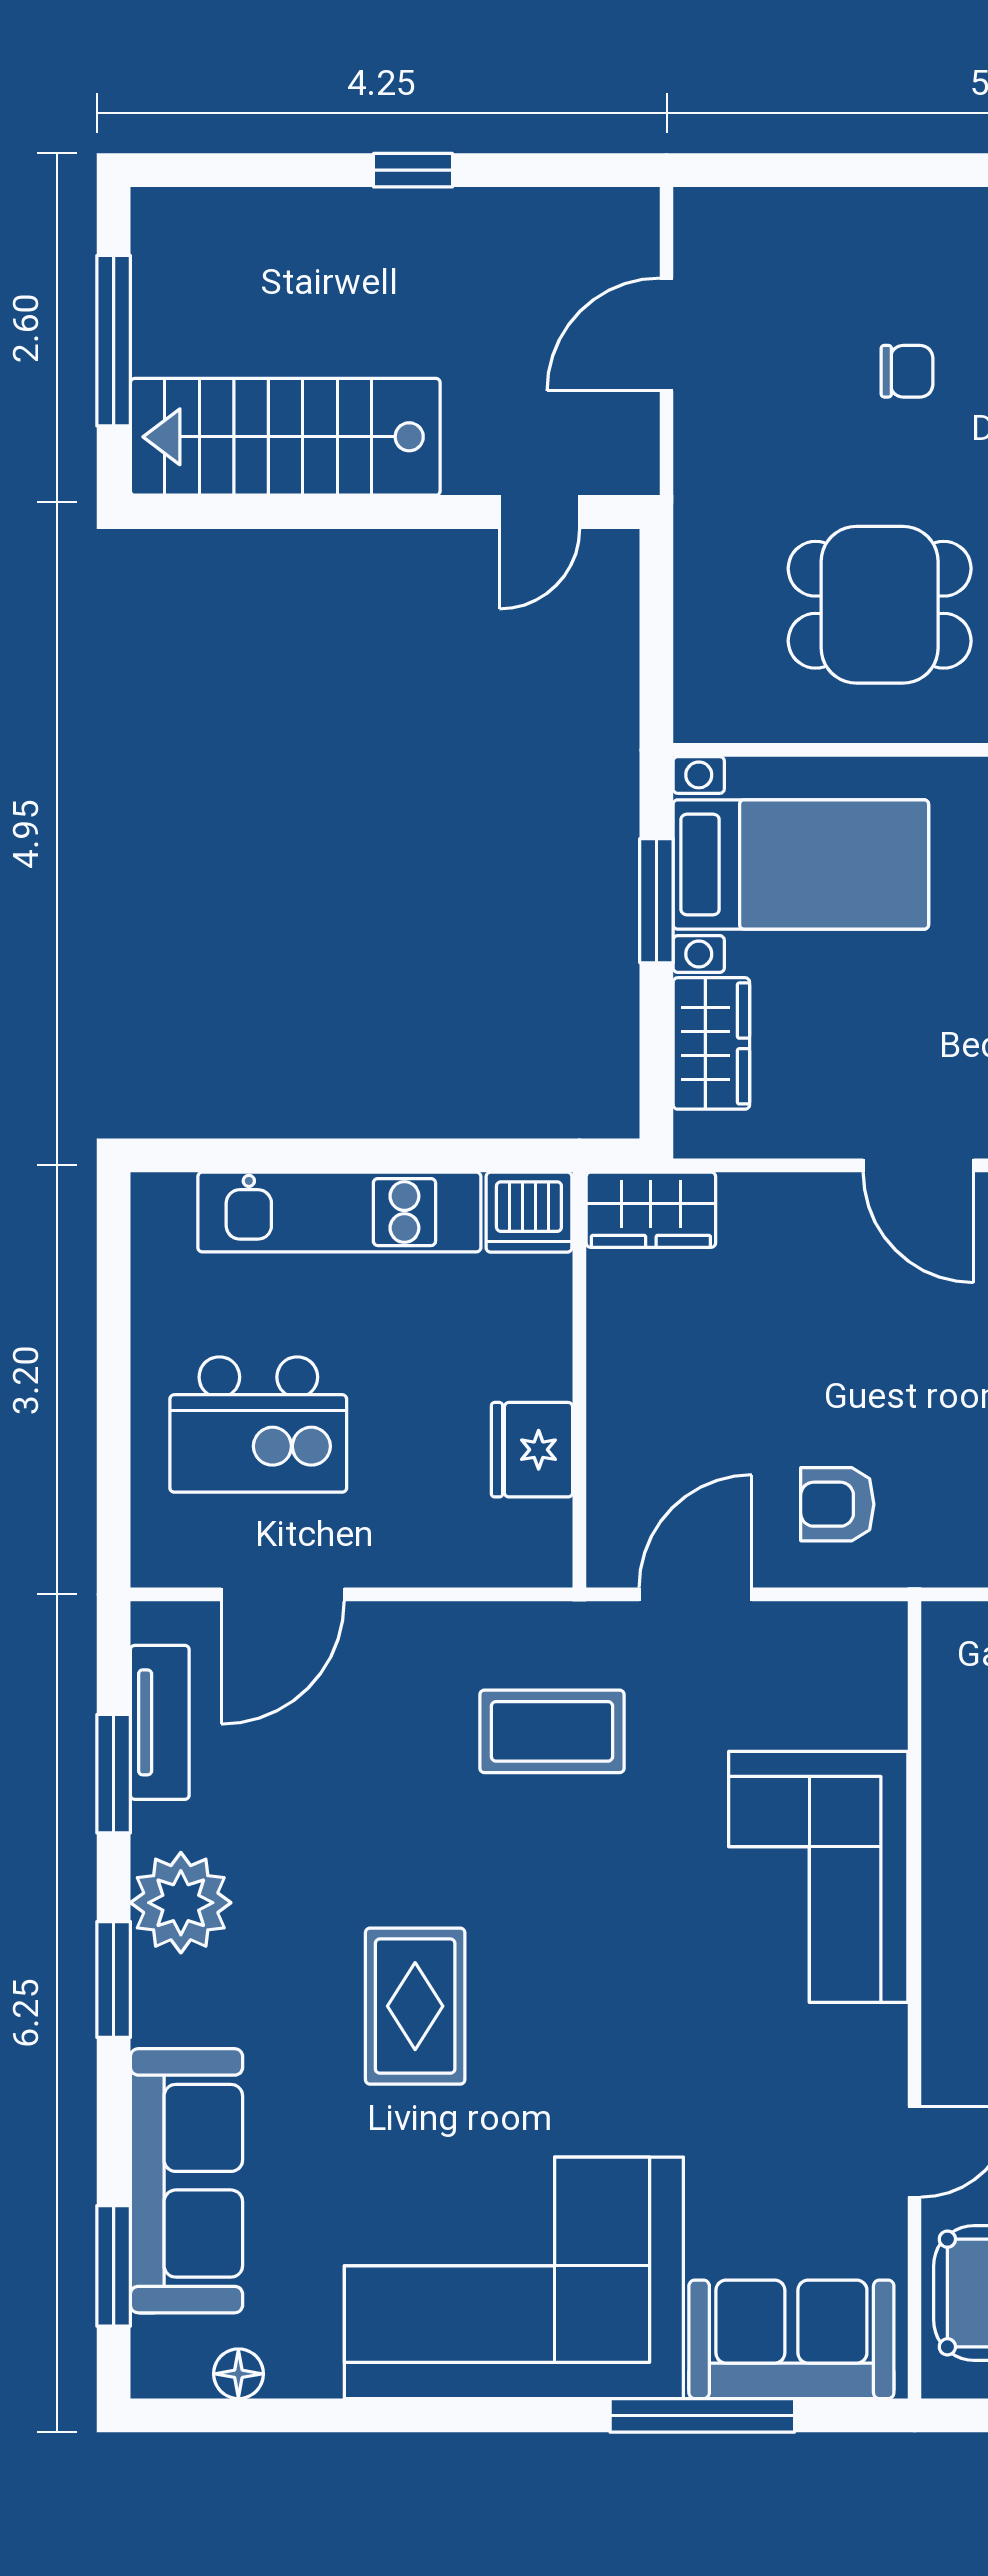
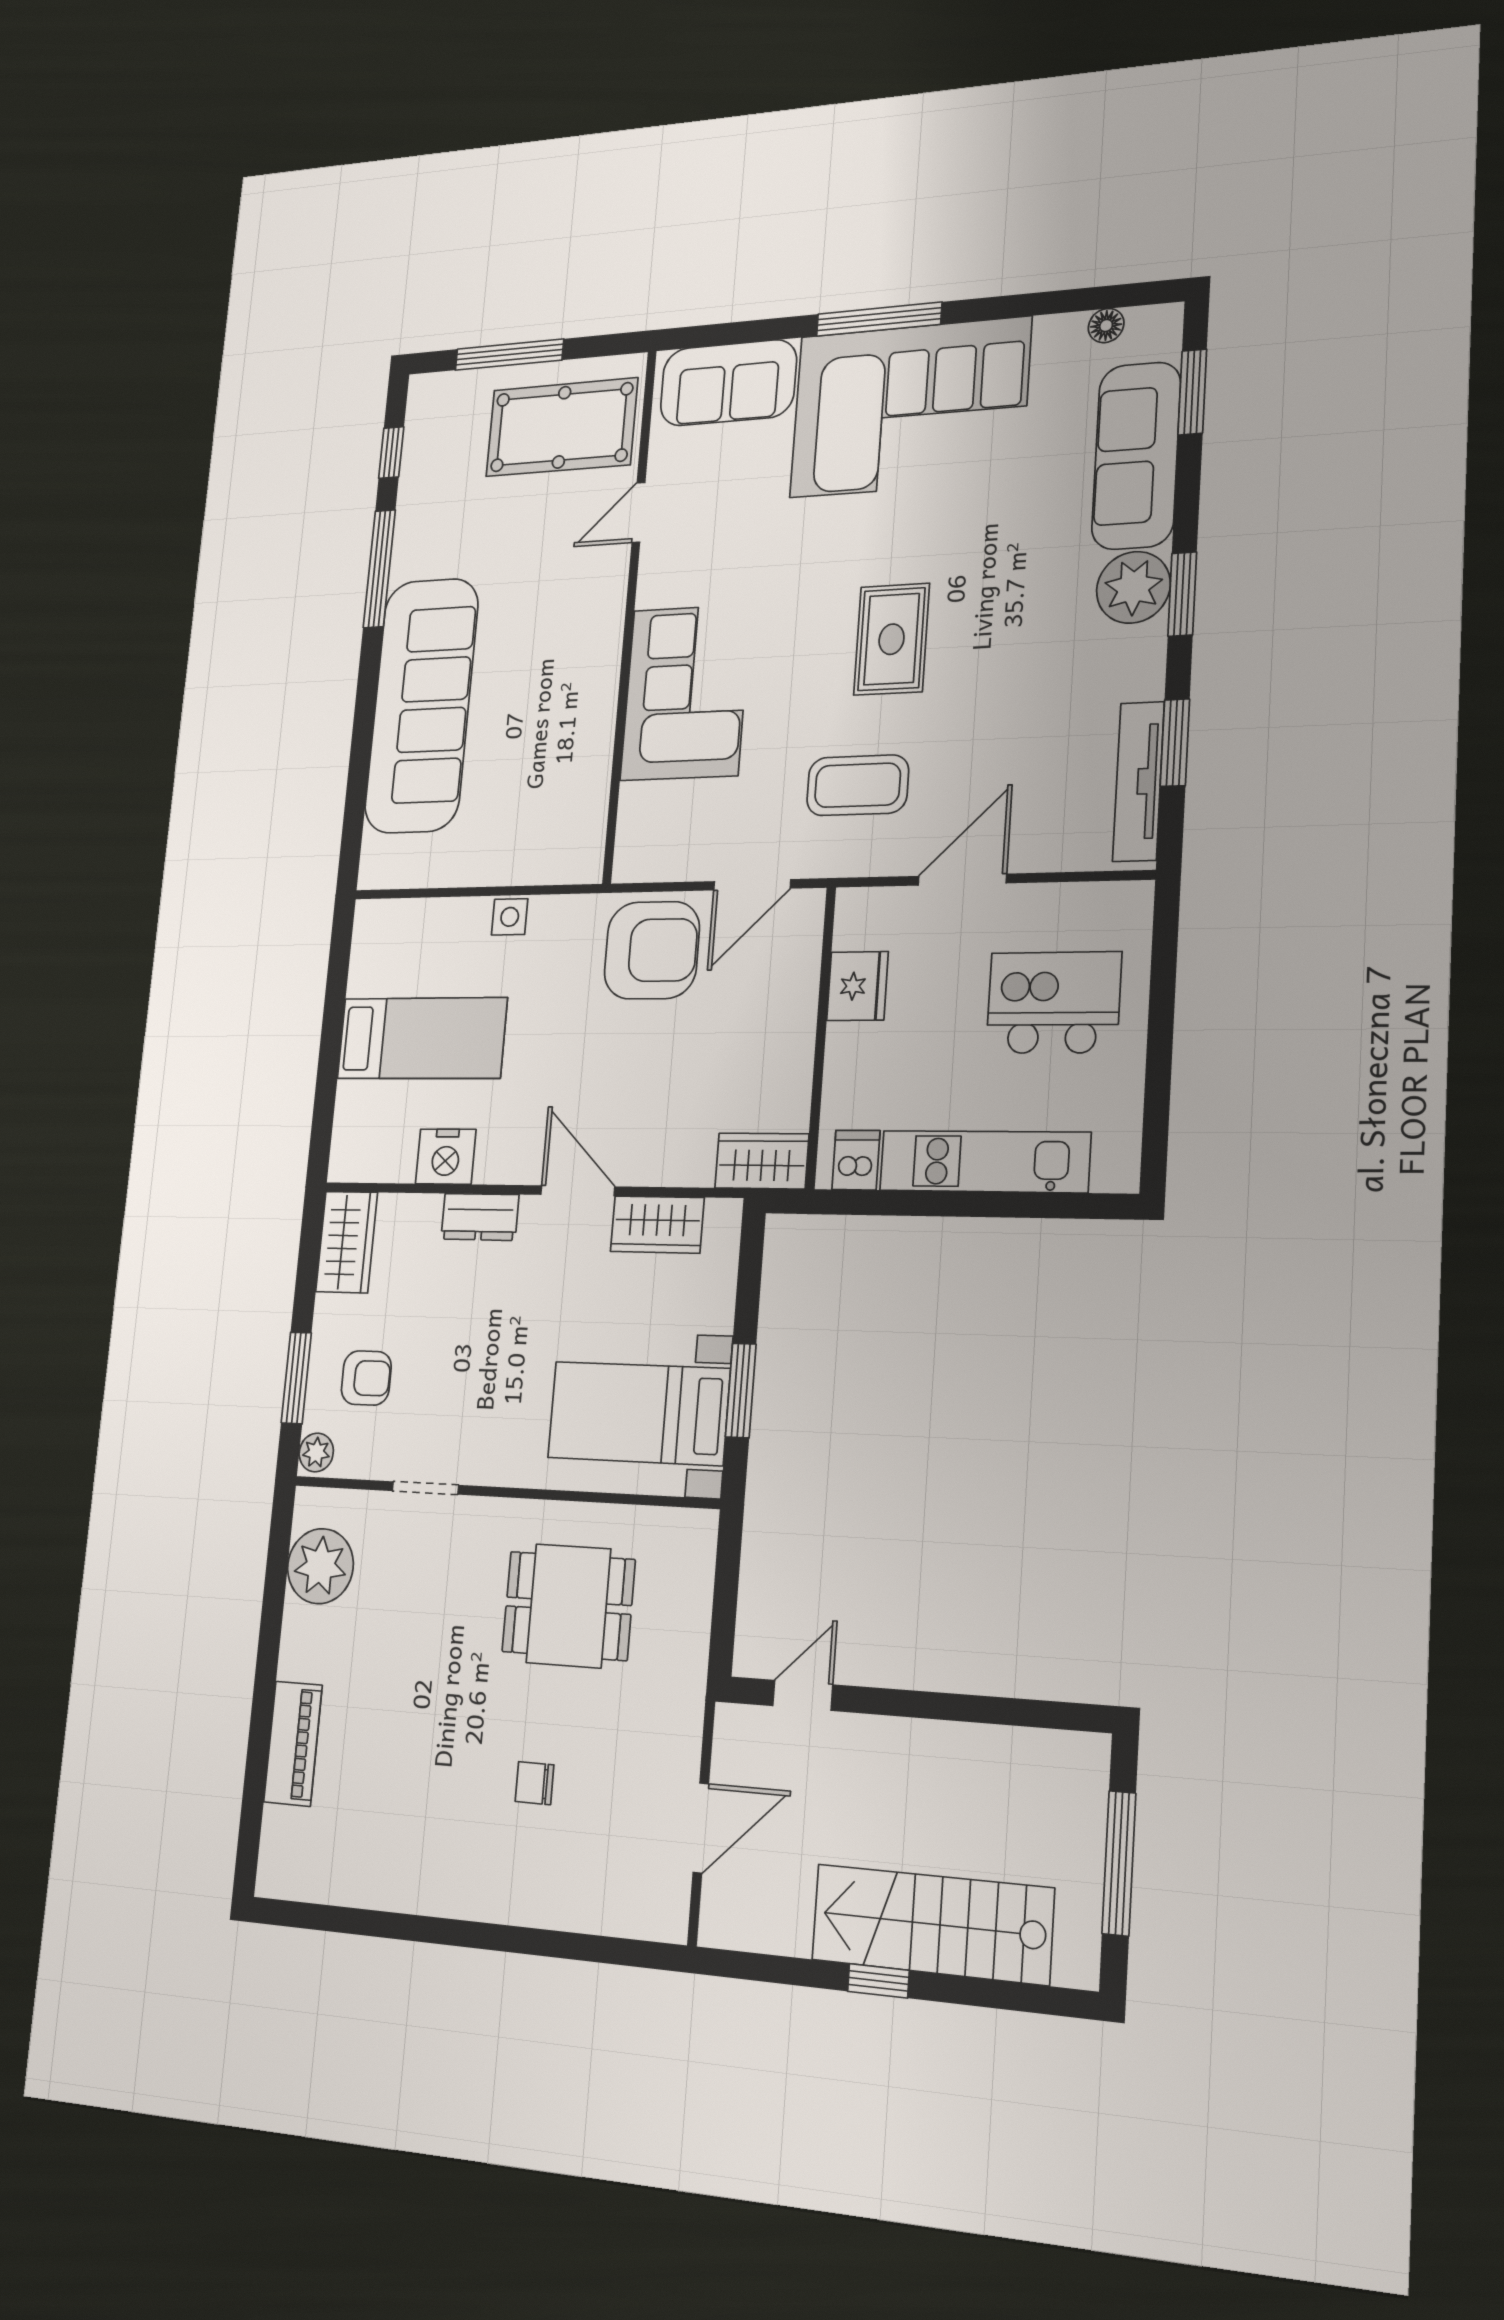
stairs: (285, 437) -> (932, 1924), moved, turned 180
wardrobe: (711, 1043) -> (657, 1225), moved, turned -90
dishwasher: (529, 1212) -> (856, 1160), width x0.73
armchair: (837, 1504) -> (652, 950), width x1.88, depth x1.88
door: (283, 1594) -> (962, 880), moved
tv unit: (160, 1722) -> (1139, 781), width x1.41
plant: (181, 1903) -> (1133, 587), moved
rug: (415, 2006) -> (892, 639), moved
window: (702, 2415) -> (879, 319), moved

